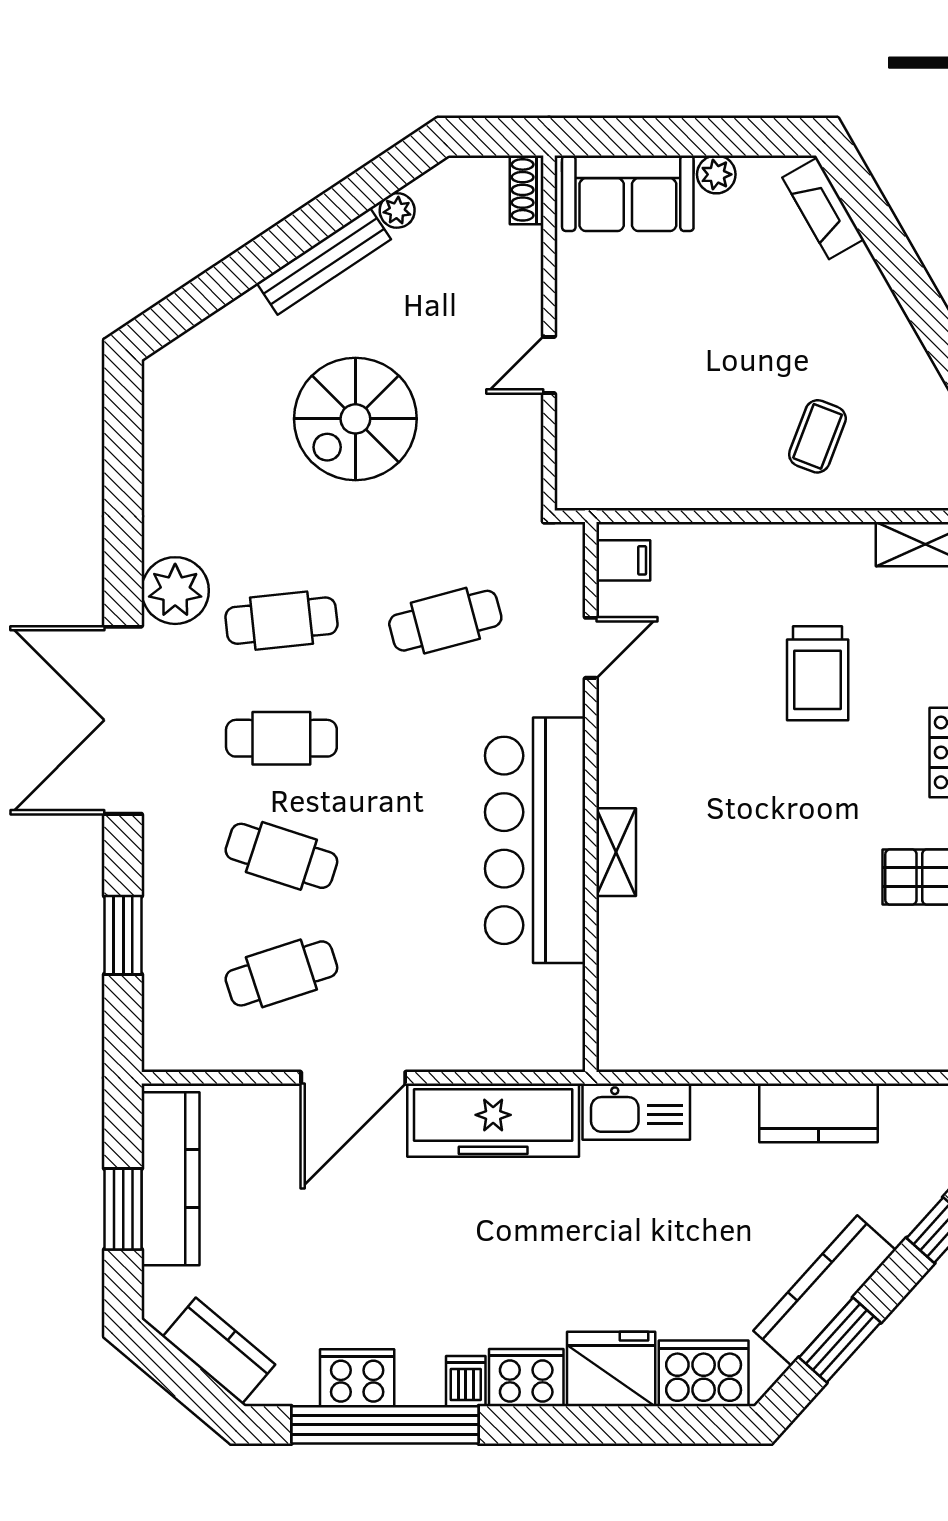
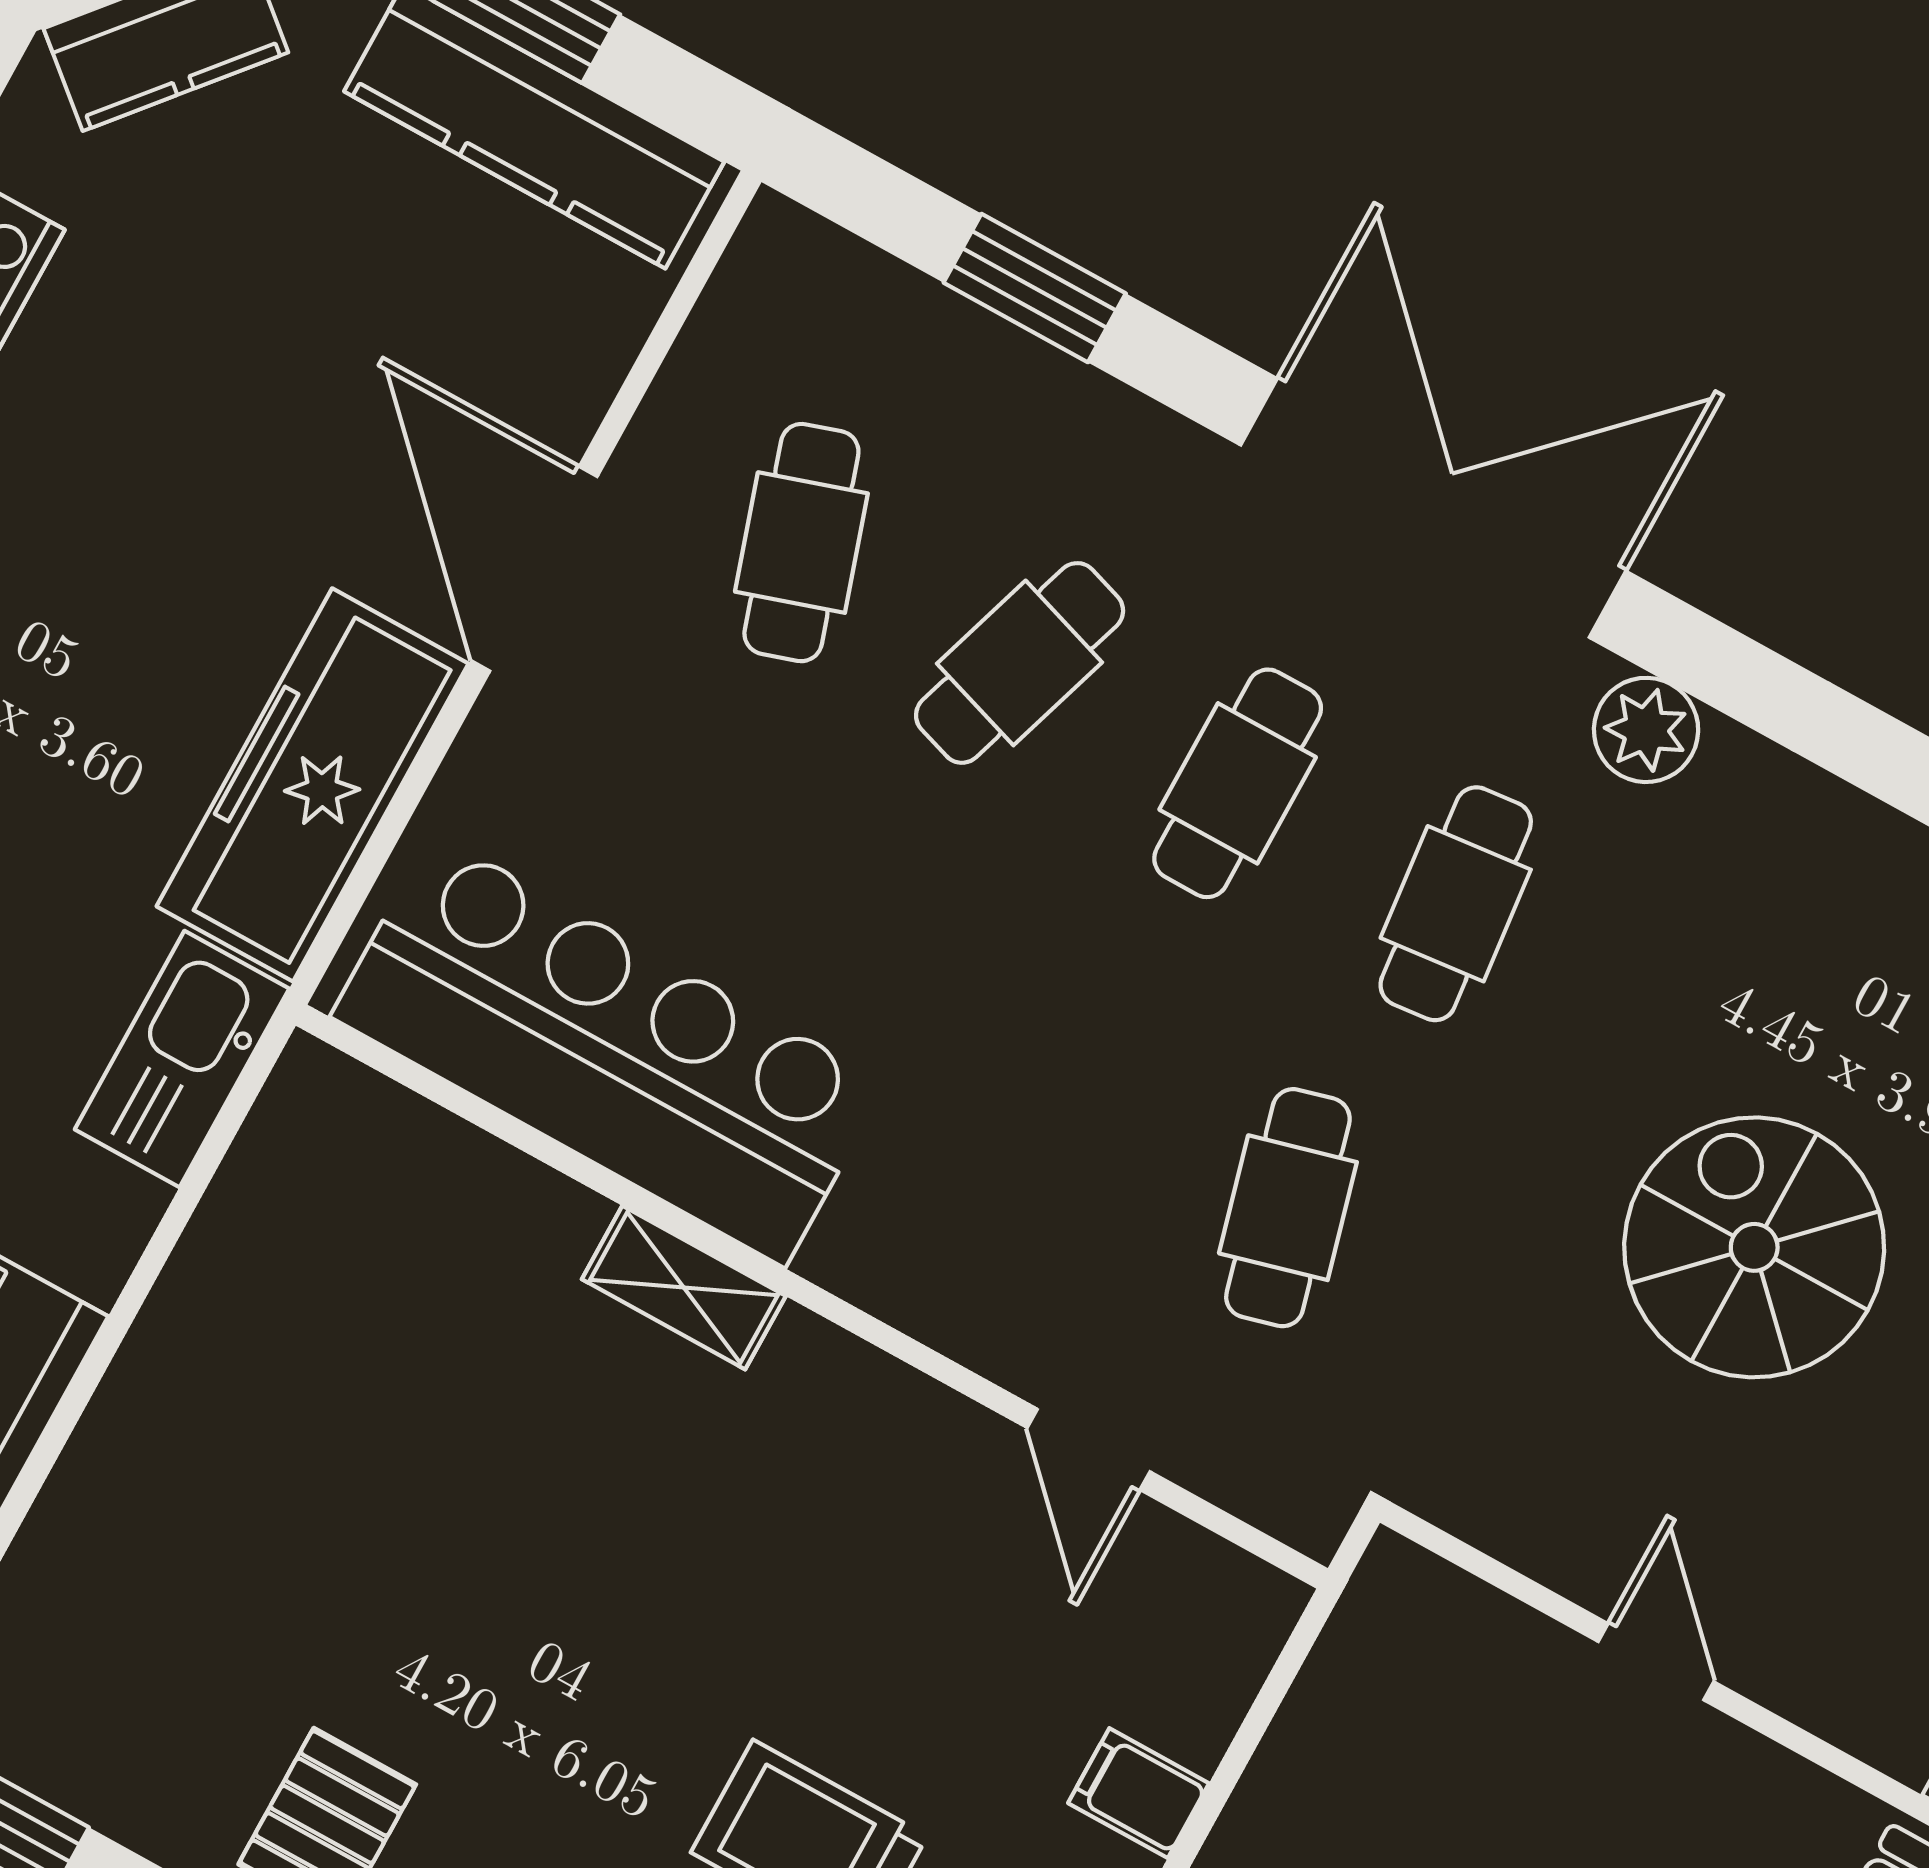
filing cabinet: (623, 560) -> (1139, 1793), moved, turned 90
plant: (175, 591) -> (1646, 730), width x0.73, depth x0.73
bar counter: (535, 840) -> (609, 1050), moved

